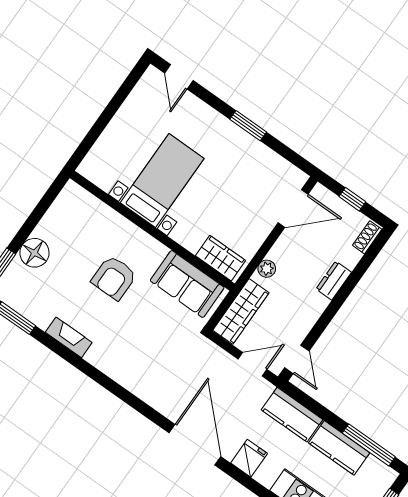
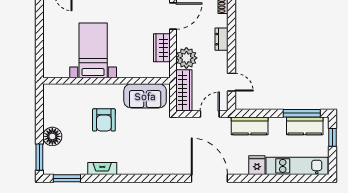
wardrobe: (221, 258) -> (162, 48), moved, turned -90
plant: (267, 269) -> (186, 58), width x1.88, depth x1.88
door: (297, 359) -> (231, 82), moved
kitchen counter: (339, 448) -> (305, 126), moved
fridge: (249, 458) -> (257, 165), moved

